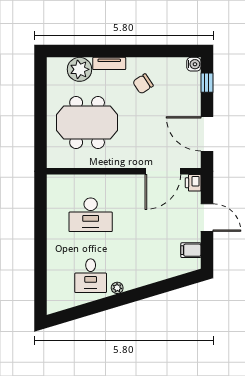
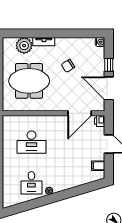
window: (207, 83) -> (109, 65), moved
chair: (143, 84) -> (68, 66), moved

